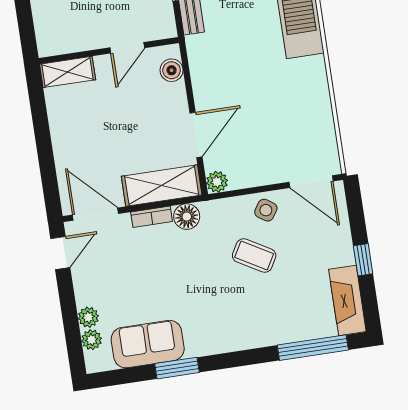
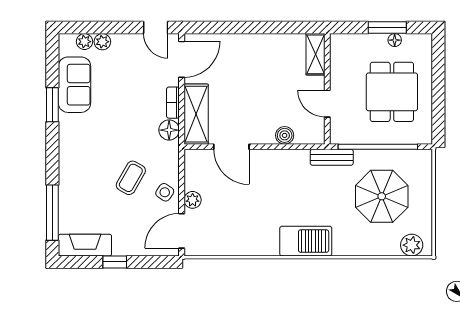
door: (127, 48) -> (327, 104), moved
wall: (109, 51) -> (327, 89), moved
shelving: (68, 72) -> (315, 54), moved
plant: (217, 182) -> (193, 200), moved

